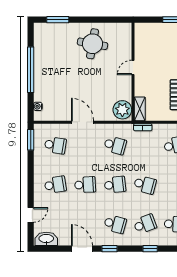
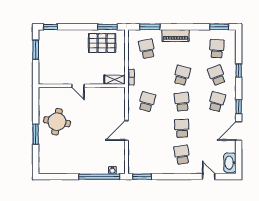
window: (58, 20) -> (36, 134), moved
window: (31, 70) -> (99, 177), moved
plant: (122, 110) -> (115, 95), removed
school desk: (55, 145) -> (147, 155), removed

